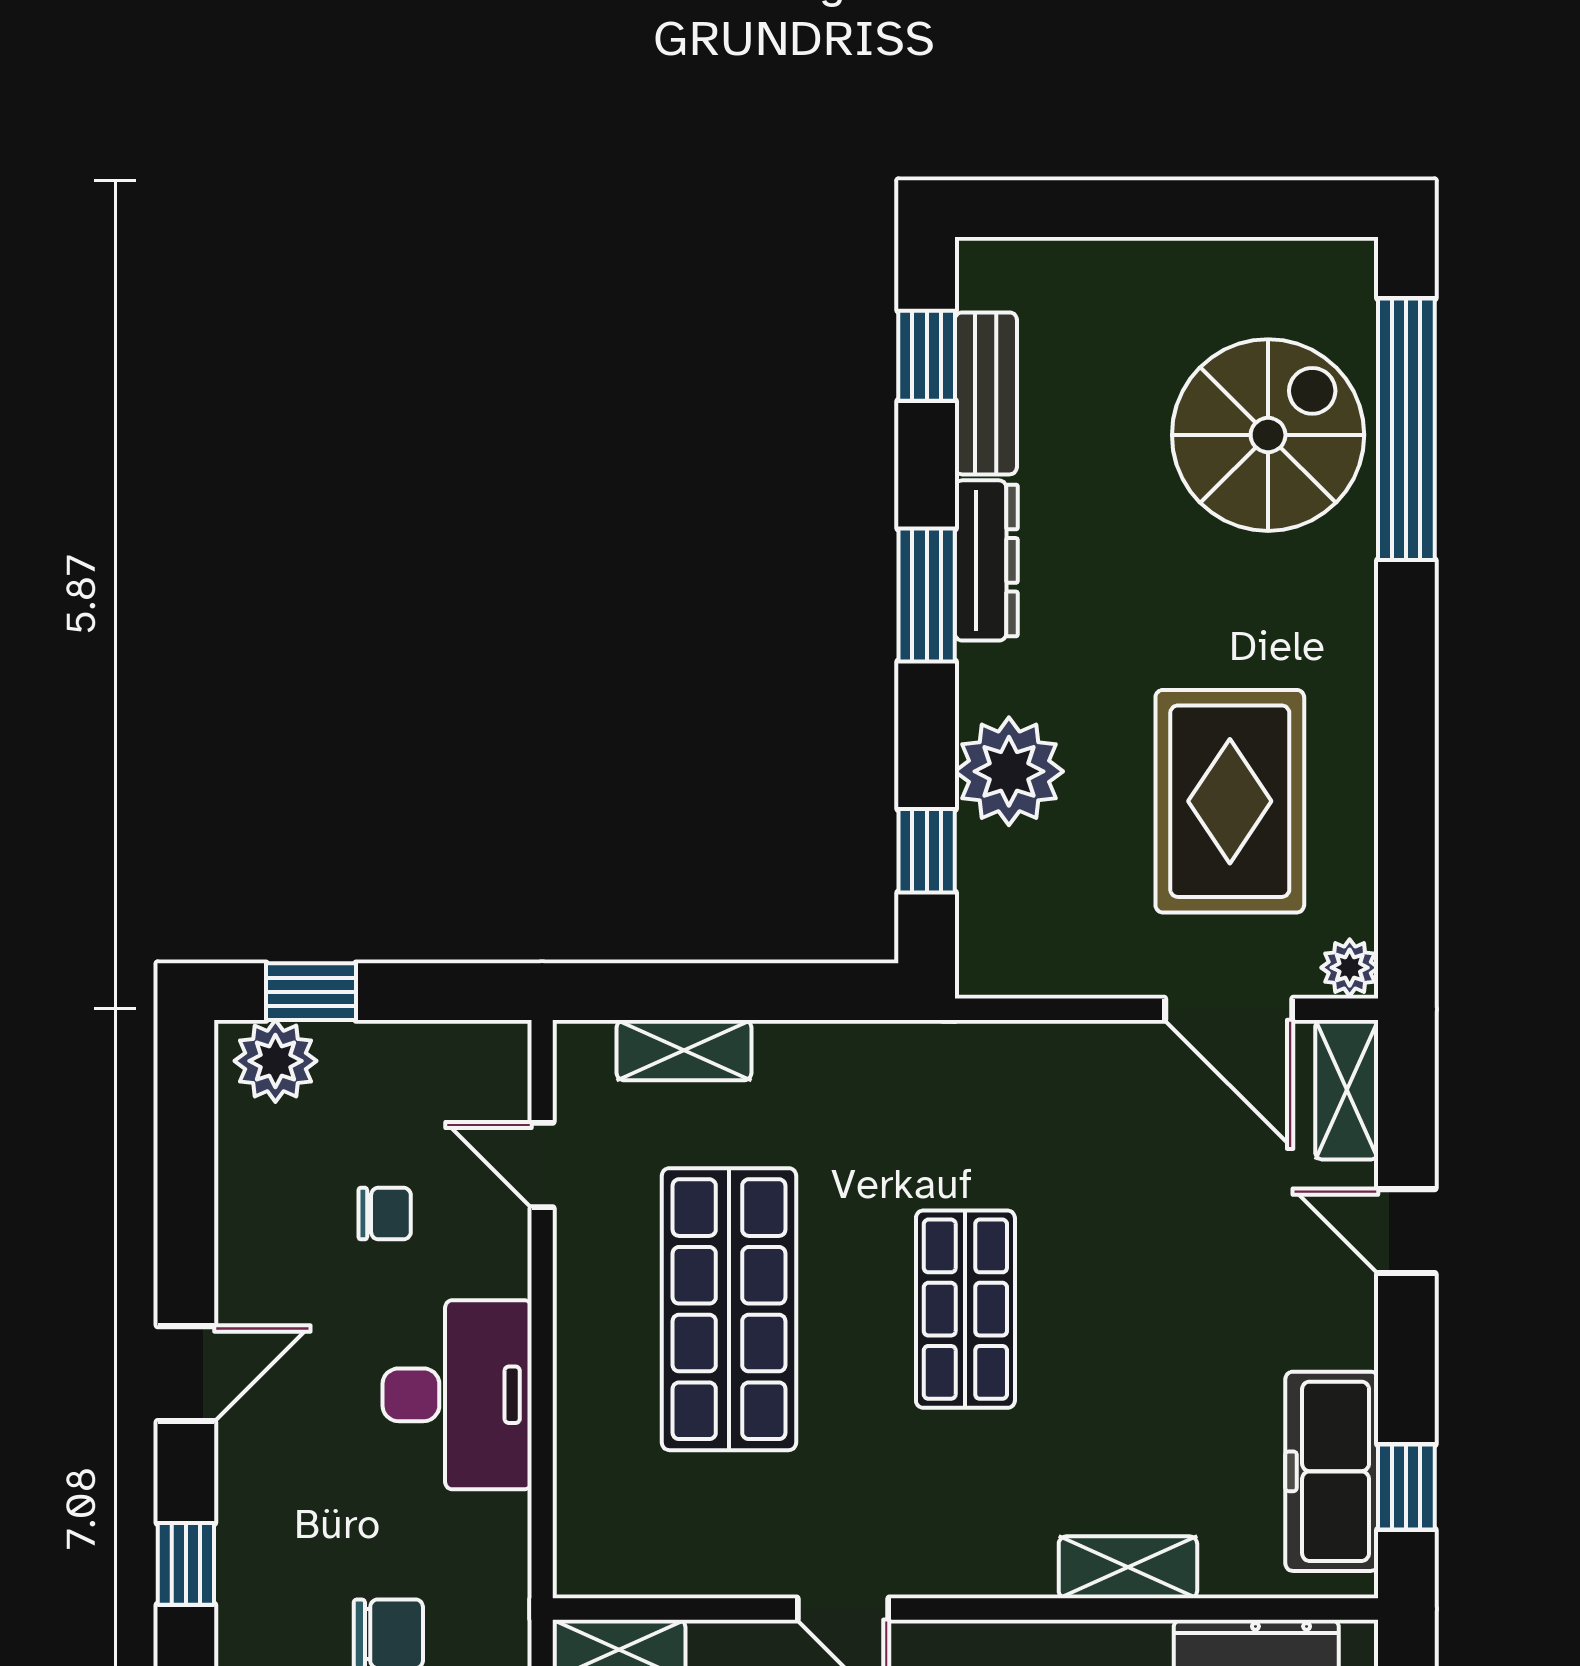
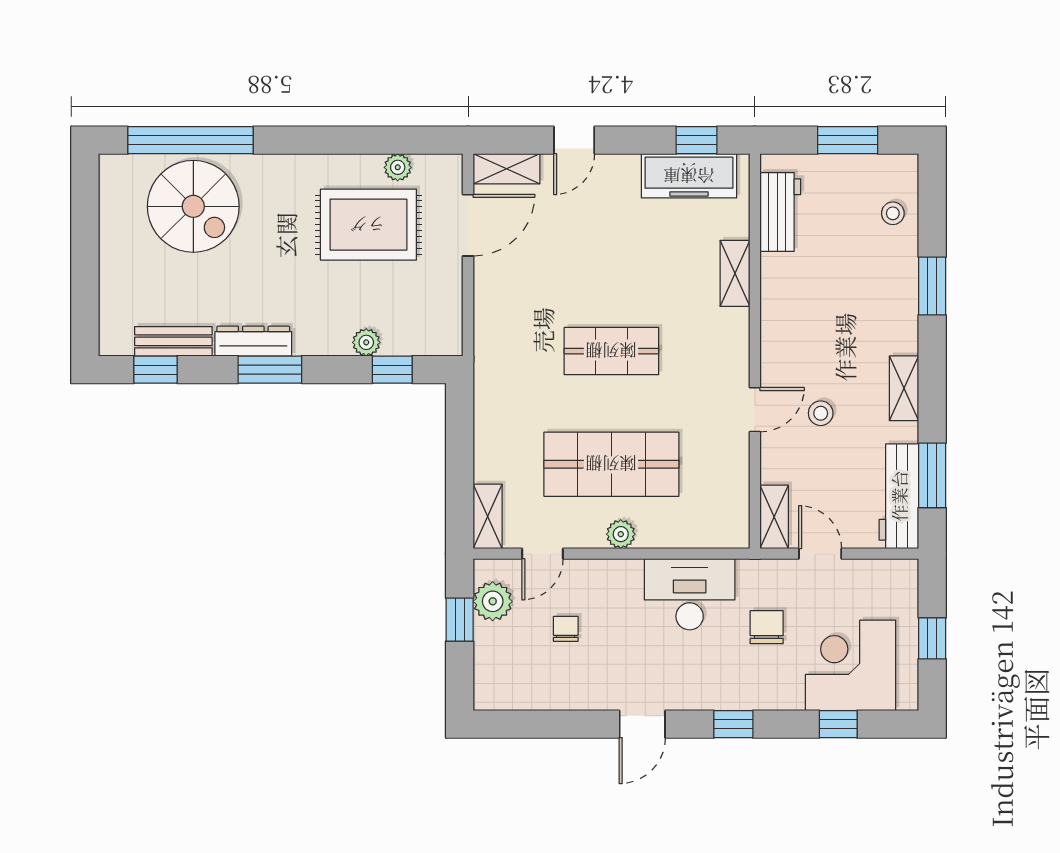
spiral stairs: (1268, 435) -> (193, 206), turned 180
plant: (1009, 771) -> (366, 342), width x0.53, depth x0.53
plant: (1350, 968) -> (398, 167), moved
window: (311, 992) -> (460, 620), moved
shelving: (684, 1050) -> (488, 516), moved
plant: (275, 1061) -> (493, 601), moved
plant: (583, 1329) -> (621, 534), added
door: (186, 1374) -> (642, 724), swing flipped
desk: (457, 1395) -> (690, 594), moved

